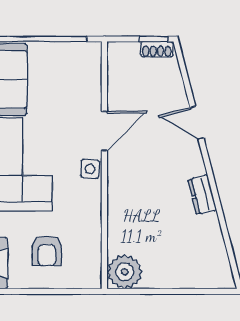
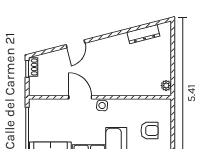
dresser: (202, 195) -> (143, 34), moved, width x1.44
plant: (125, 272) -> (166, 86), width x0.53, depth x0.53

